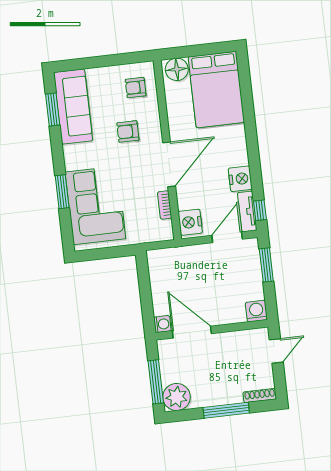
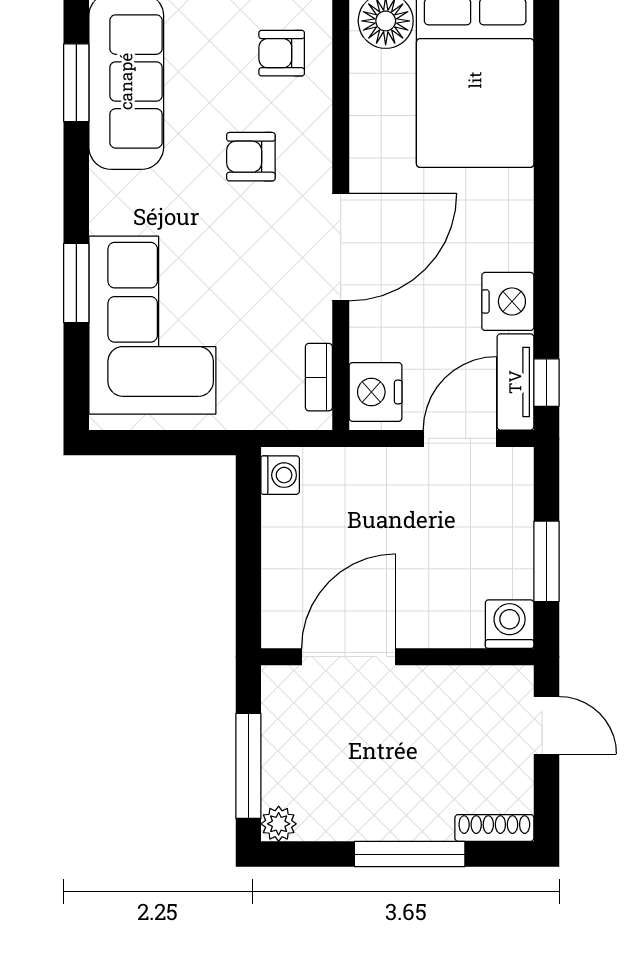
bookcase: (165, 205) -> (319, 377), moved
window: (266, 265) -> (546, 561), moved
washing machine: (162, 324) -> (280, 475), moved
door: (192, 332) -> (349, 657), hinge flipped
door: (276, 351) -> (546, 725), hinge flipped
plant: (177, 397) -> (279, 824), width x0.53, depth x0.53

